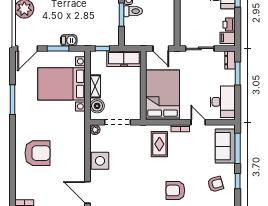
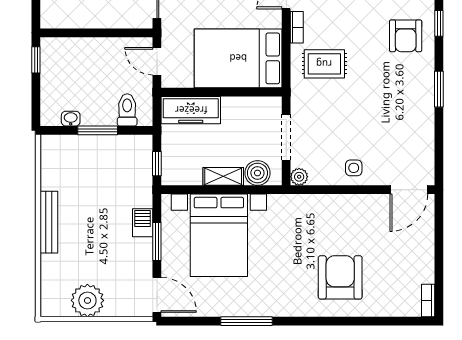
toilet: (133, 11) -> (127, 110), moved
door: (161, 48) -> (157, 61), swing flipped
freezer: (124, 59) -> (191, 110), moved, turned 90
side table: (100, 161) -> (354, 168), width x0.54, depth x0.54

